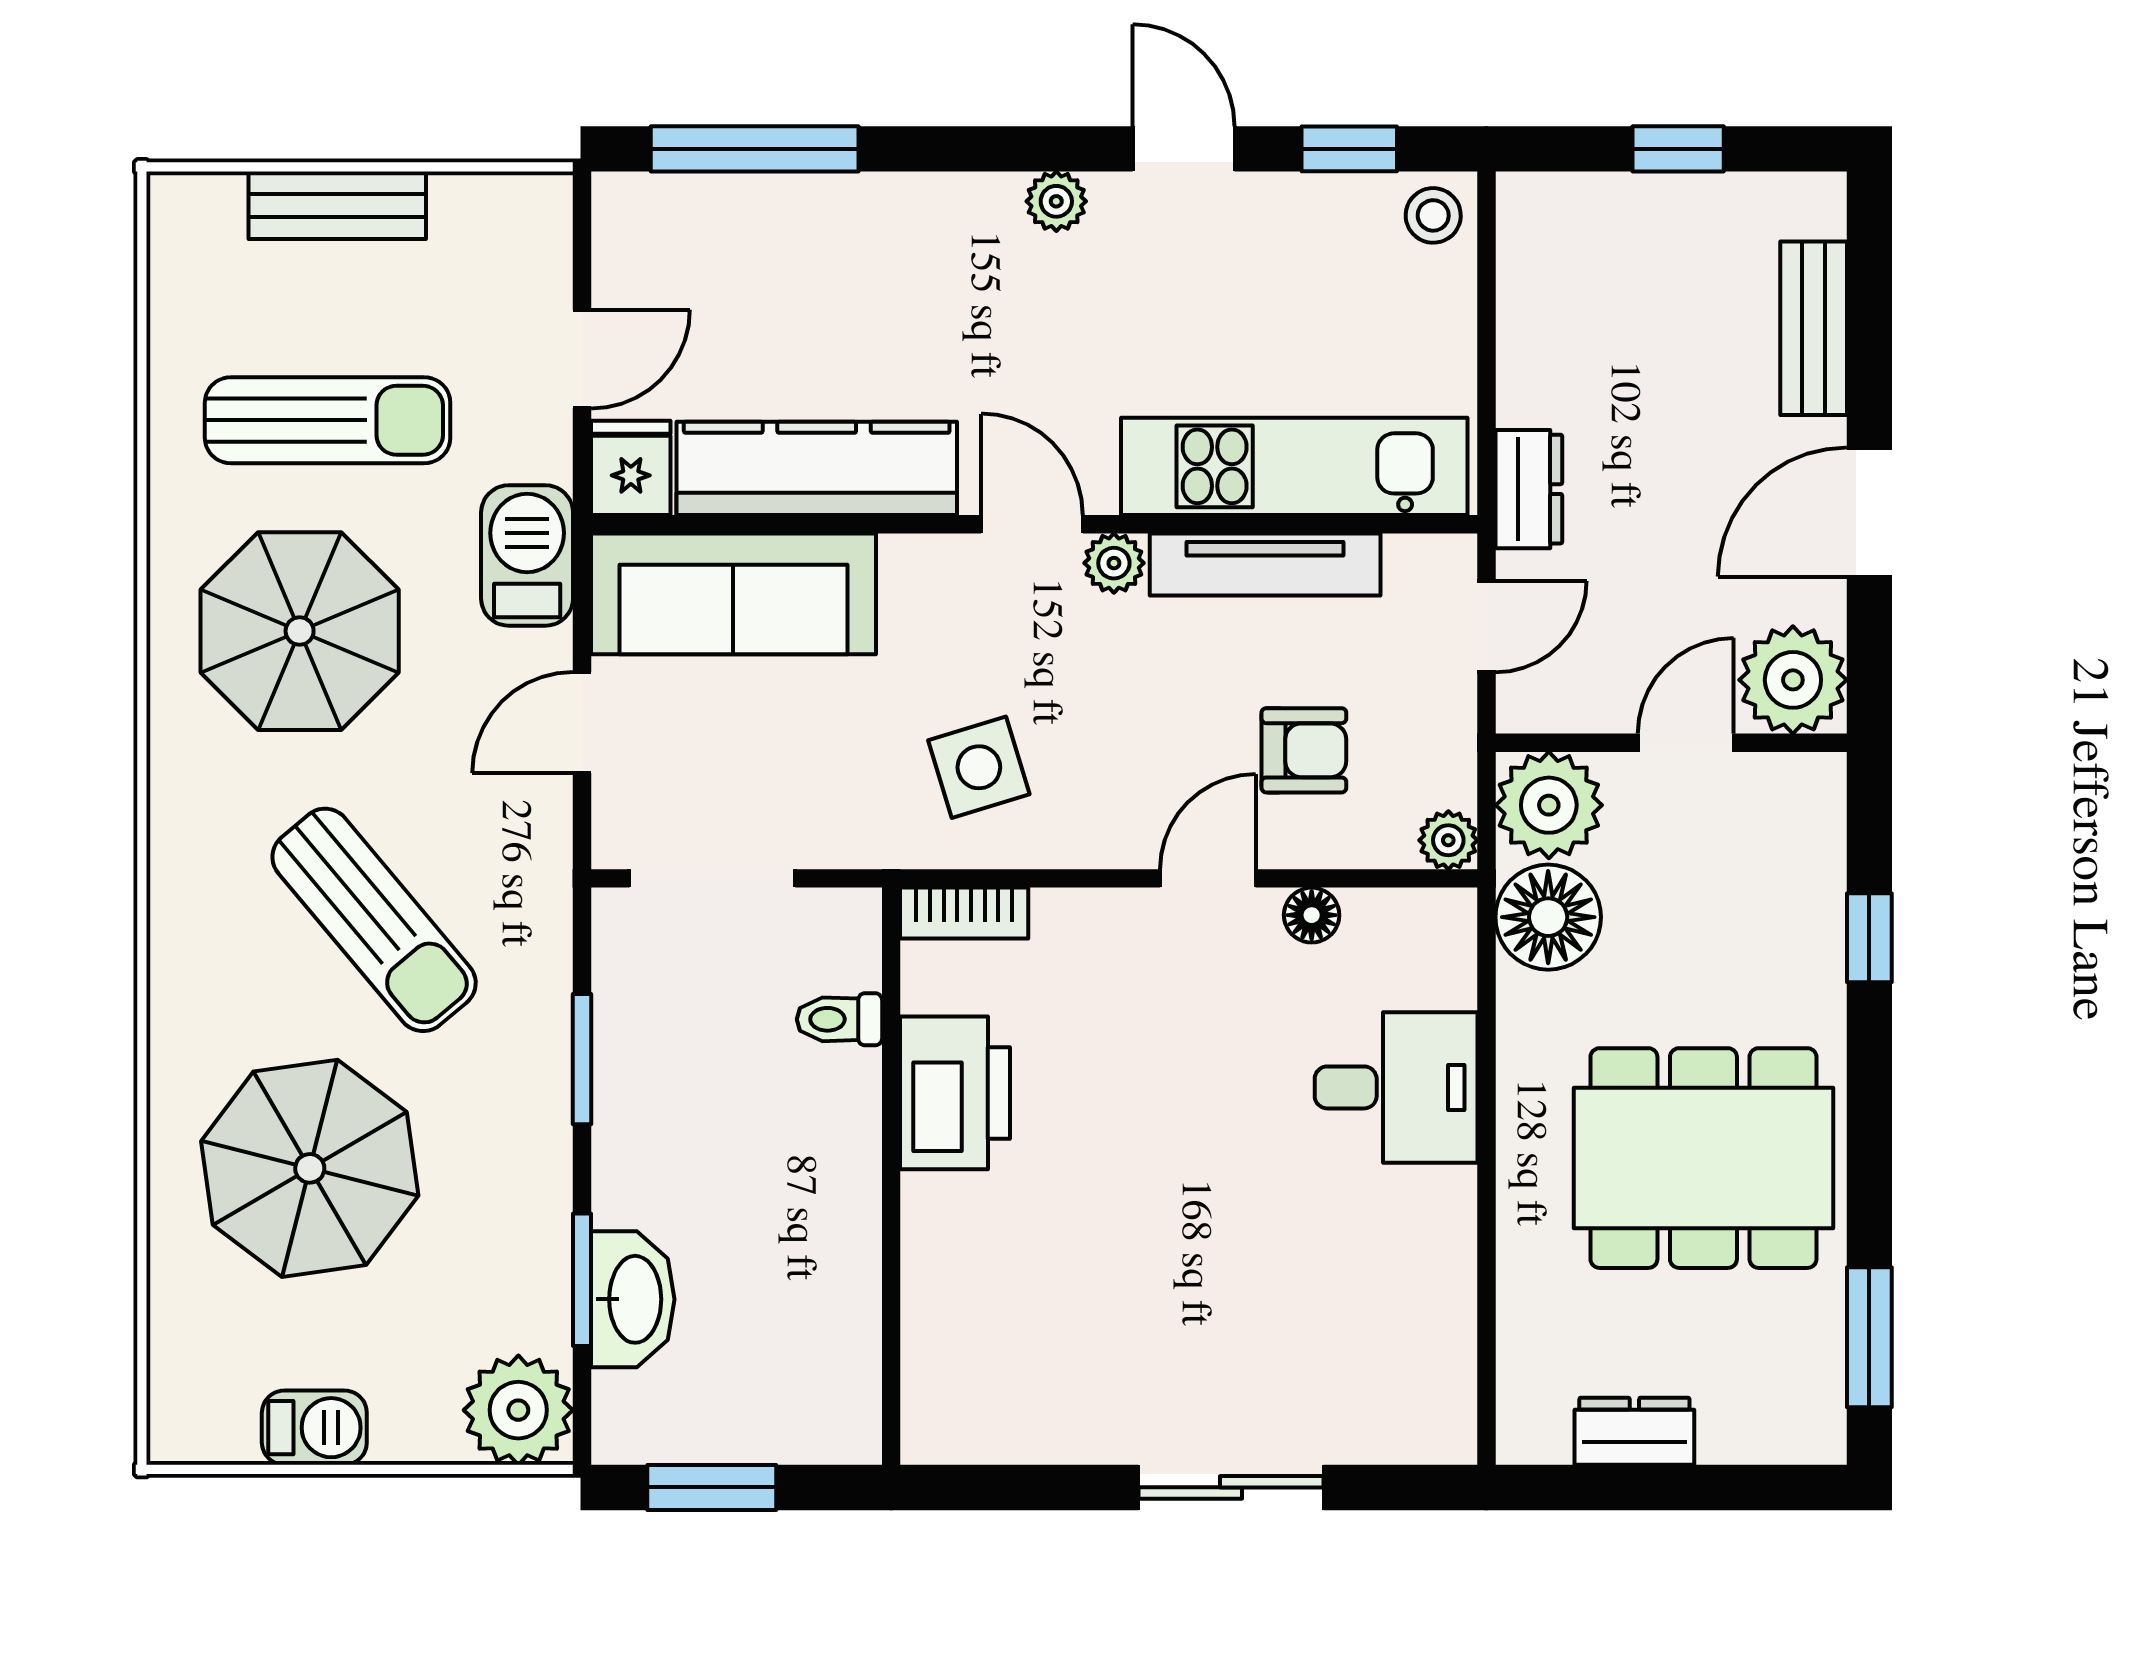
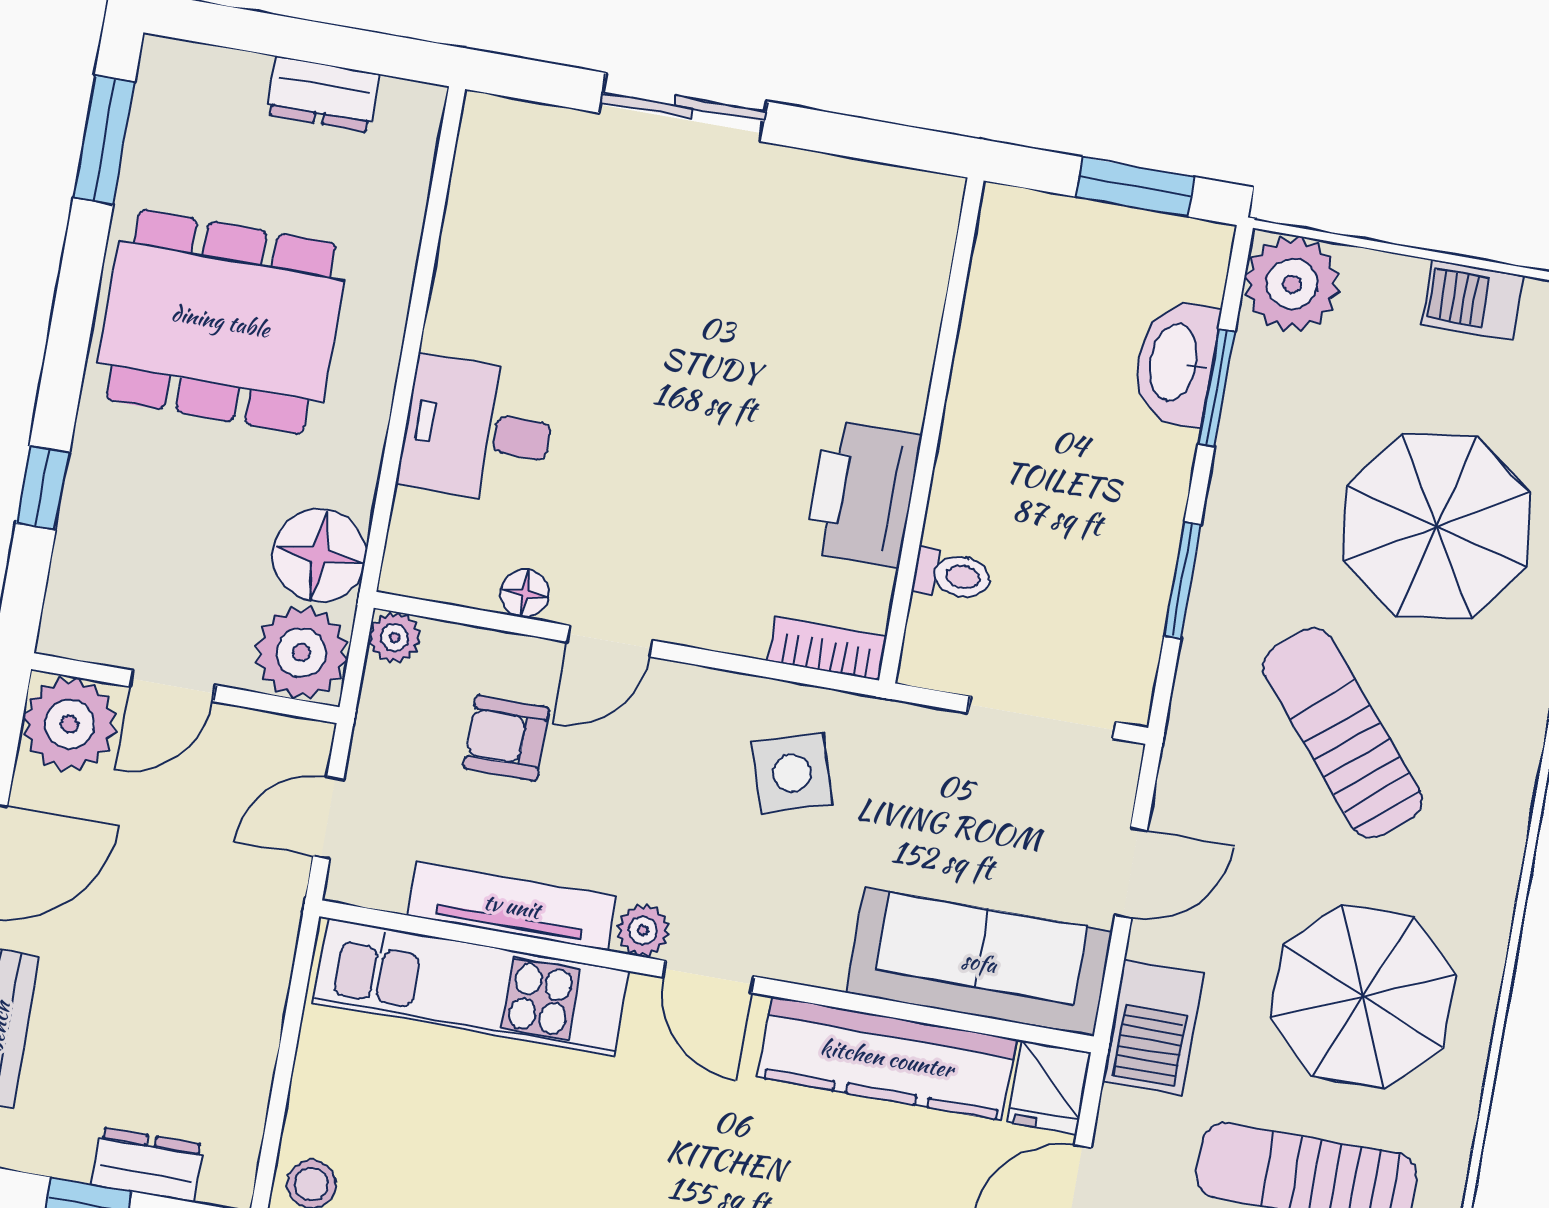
dresser: (1529, 489) -> (147, 1165), moved, turned 90

